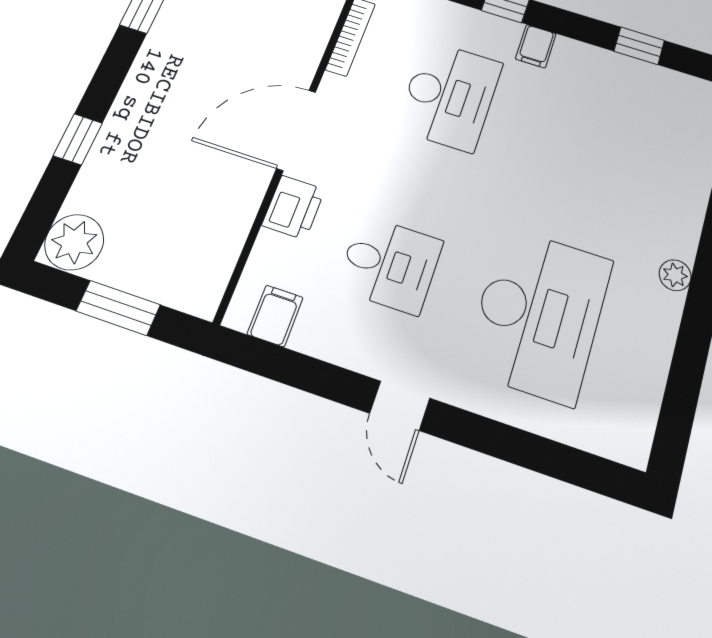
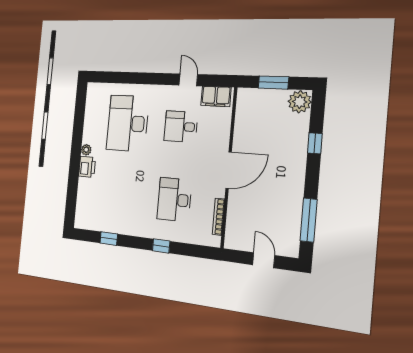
filing cabinet: (536, 46) -> (146, 229), removed
printer: (293, 207) -> (87, 167), moved, turned 180
filing cabinet: (275, 316) -> (216, 96), width x2.00
door: (400, 406) -> (188, 80), moved

